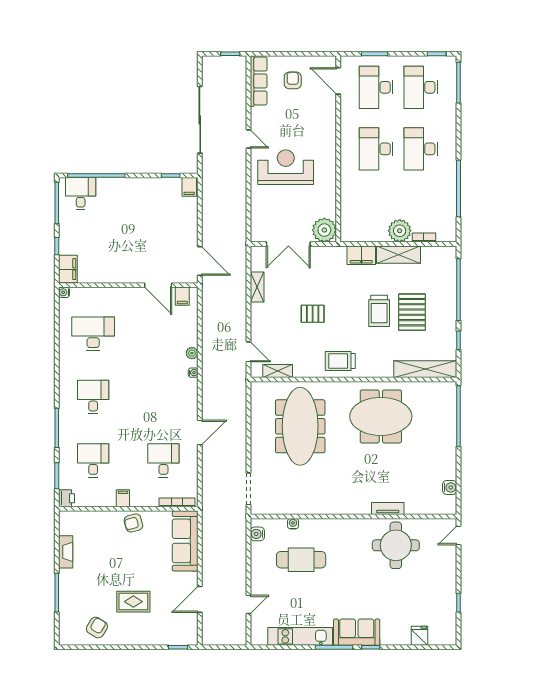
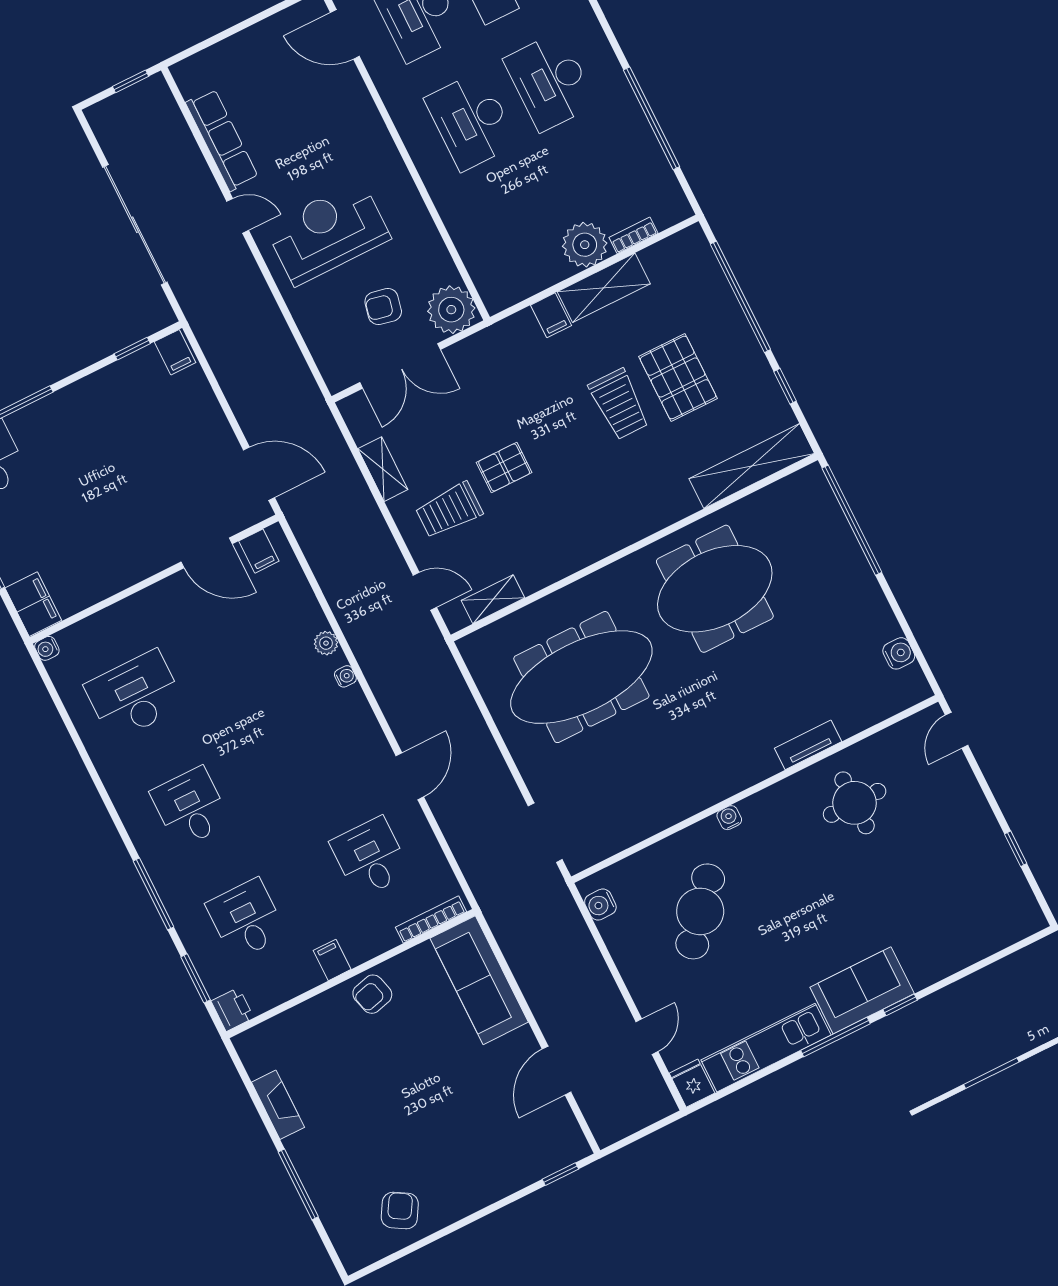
armchair: (293, 80) -> (383, 307), moved, turned -78
row of seats: (259, 81) -> (222, 140), moved
filing cabinet: (361, 255) -> (551, 315), width x0.50
trolley: (340, 361) -> (449, 510), moved
meeting table: (300, 426) -> (581, 677), turned 90
water cooler: (293, 524) -> (729, 818), moved
round table: (396, 545) -> (855, 803), width x0.73, depth x0.73
cafe table: (301, 560) -> (700, 911), turned -50
rug: (133, 602) -> (441, 1133), removed
fridge: (419, 636) -> (692, 1083), moved

